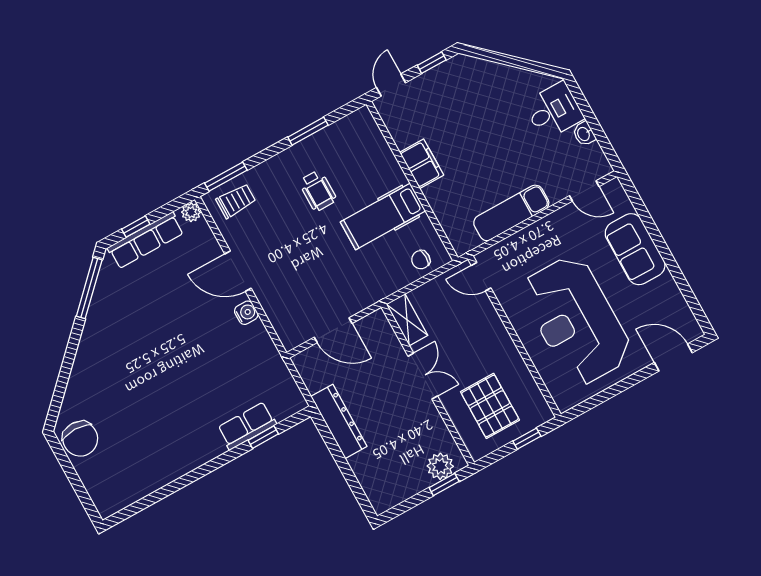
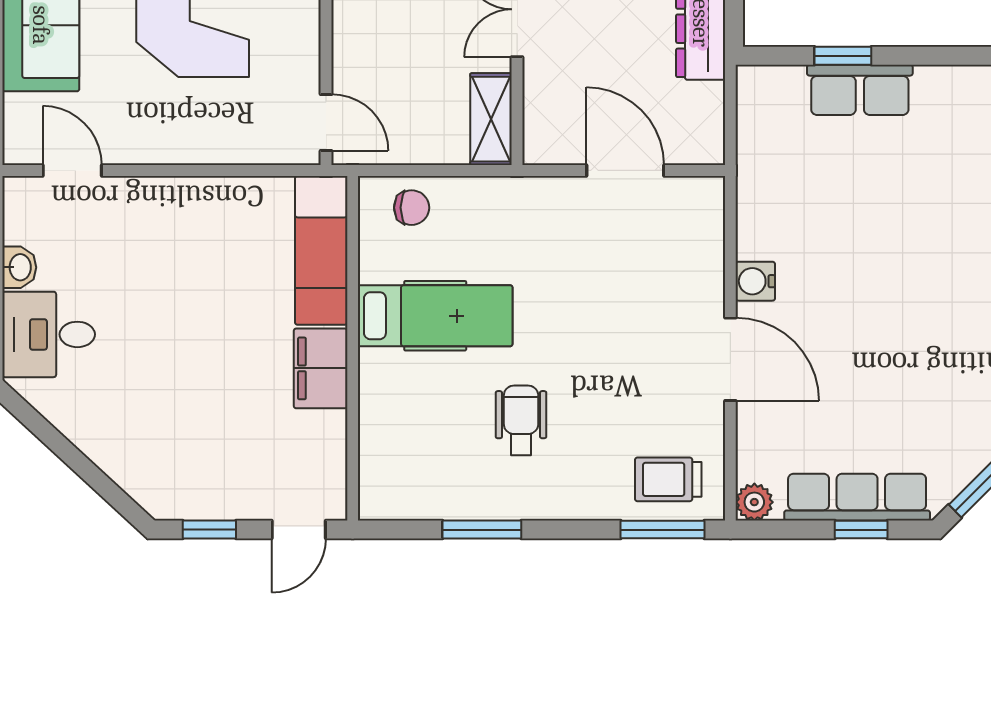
exam couch: (511, 213) -> (321, 250), moved, turned 90

